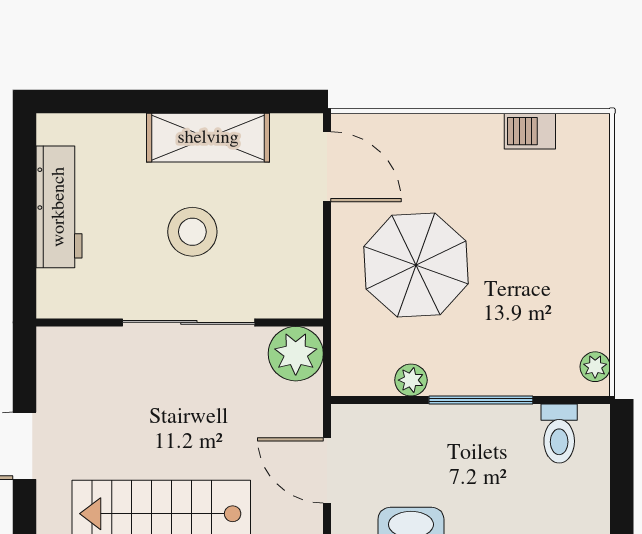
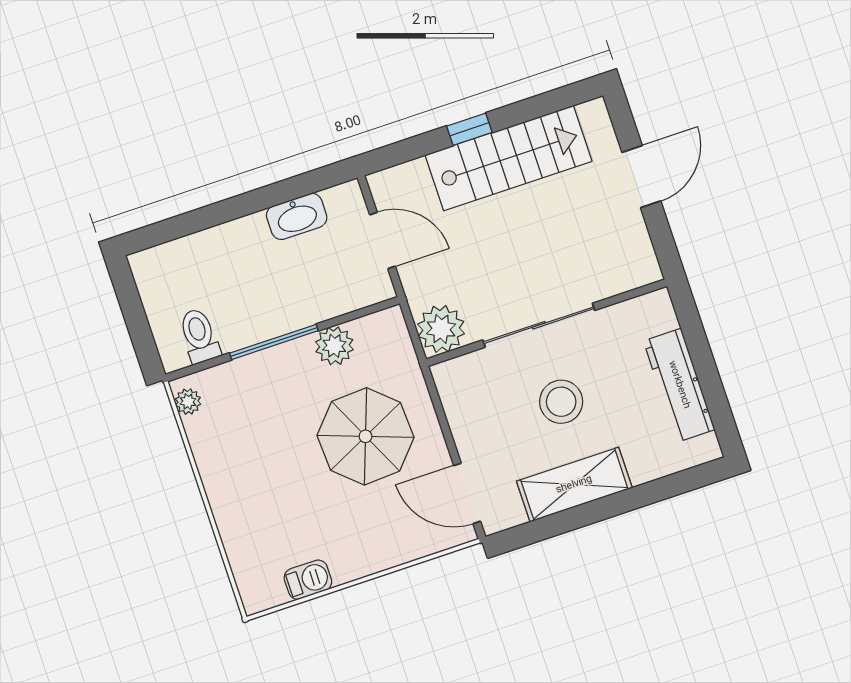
plant: (411, 380) -> (334, 346), width x1.38, depth x1.38

